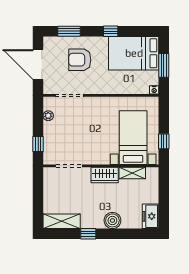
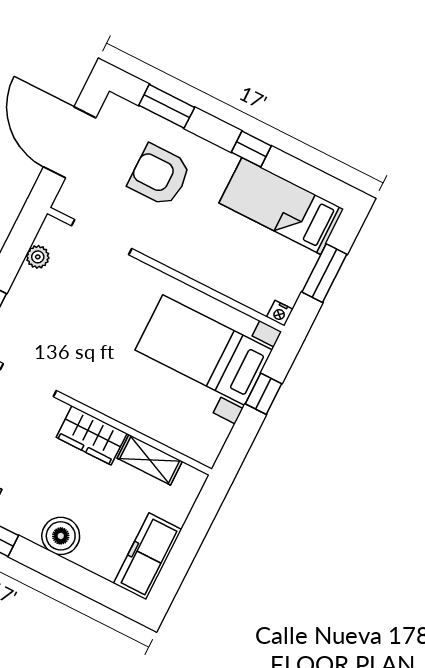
bed: (134, 53) -> (281, 206), width x0.67
bed with nightstands: (133, 138) -> (204, 350), moved, turned -90
window: (164, 141) -> (263, 394), moved
freezer: (151, 216) -> (148, 556), width x1.40

